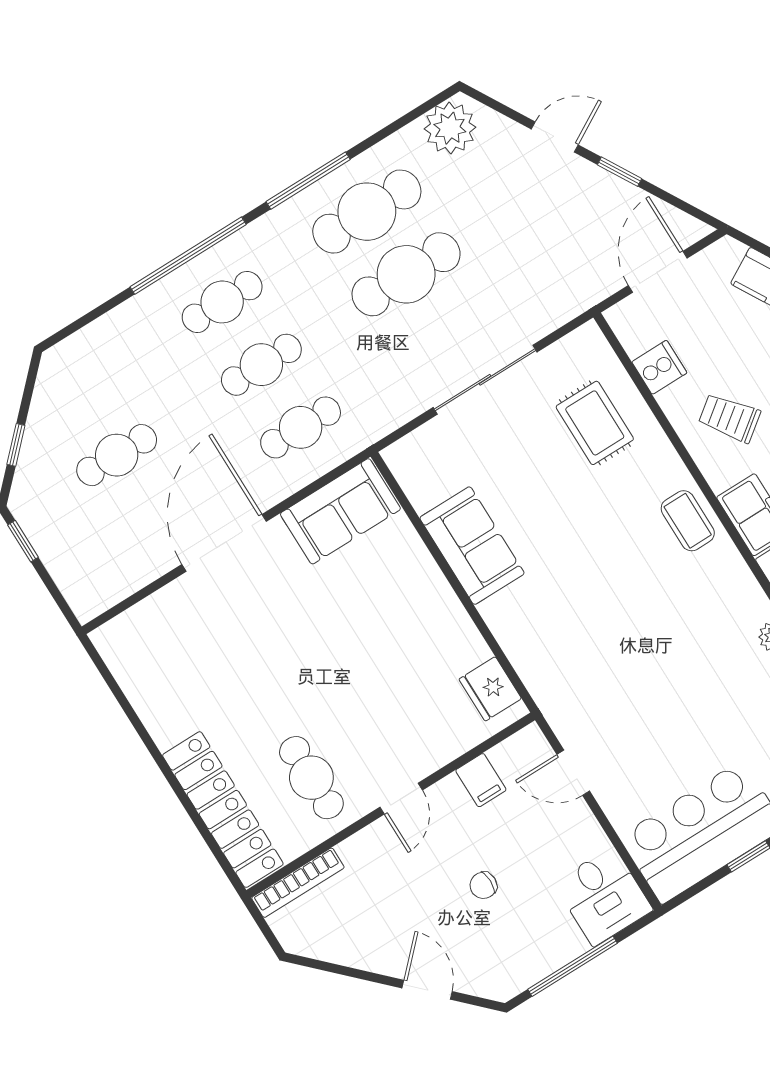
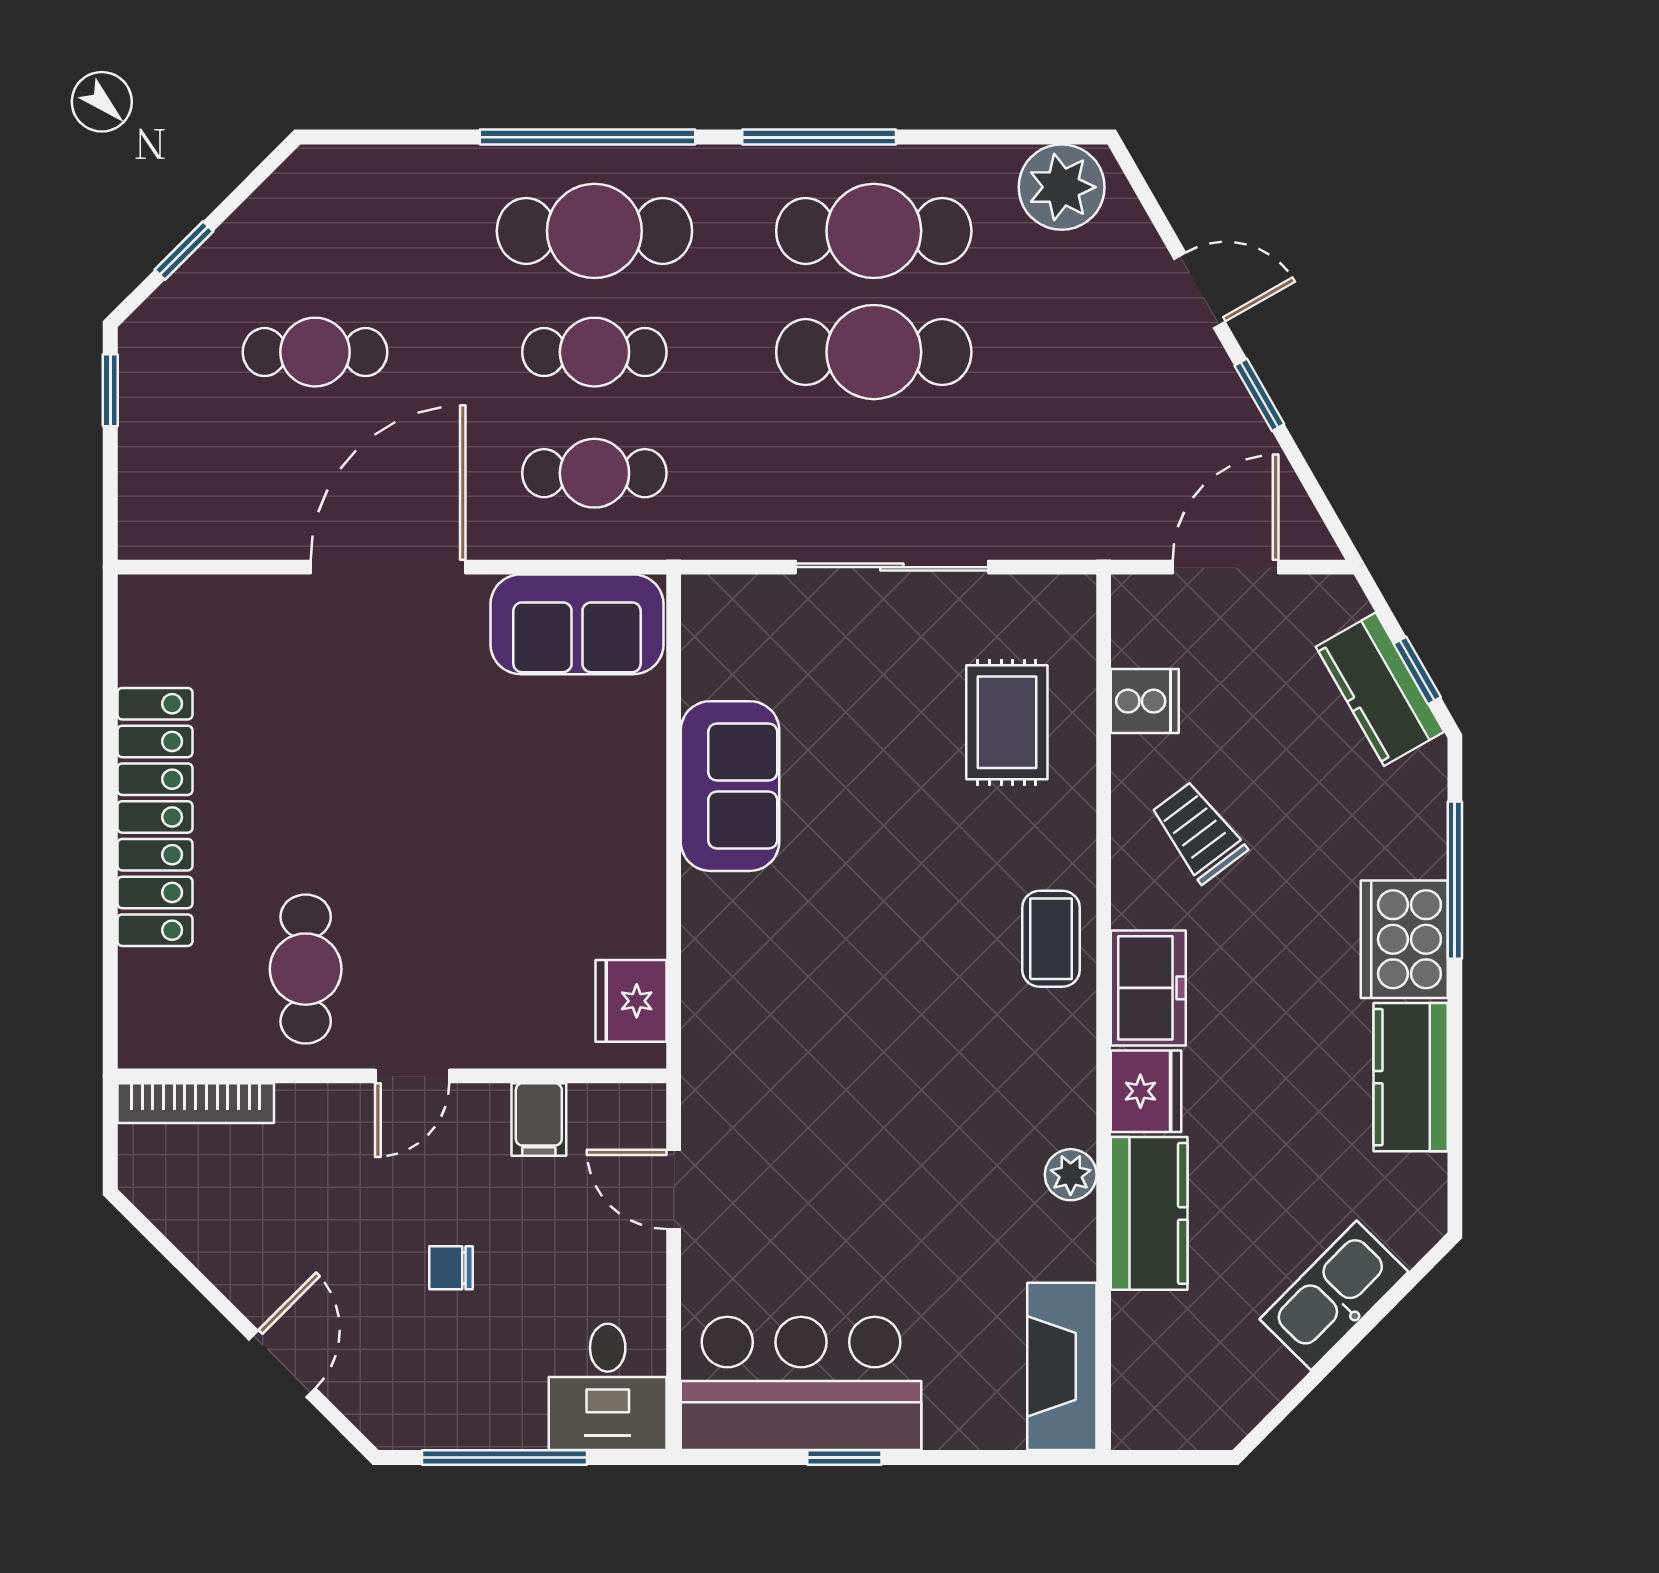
cafe table: (222, 302) -> (594, 231), width x1.37, depth x1.35
locker: (223, 810) -> (155, 817), moved

